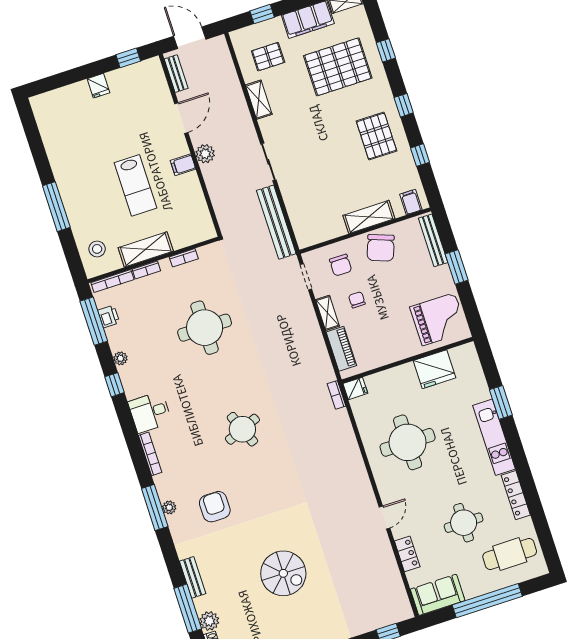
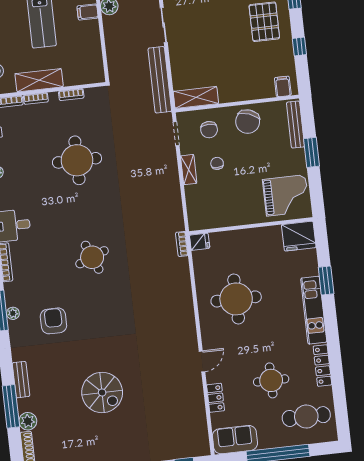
shelving: (369, 217) -> (196, 97), moved
piano: (341, 349) -> (194, 204), removed
fridge: (435, 369) -> (299, 236), moved

